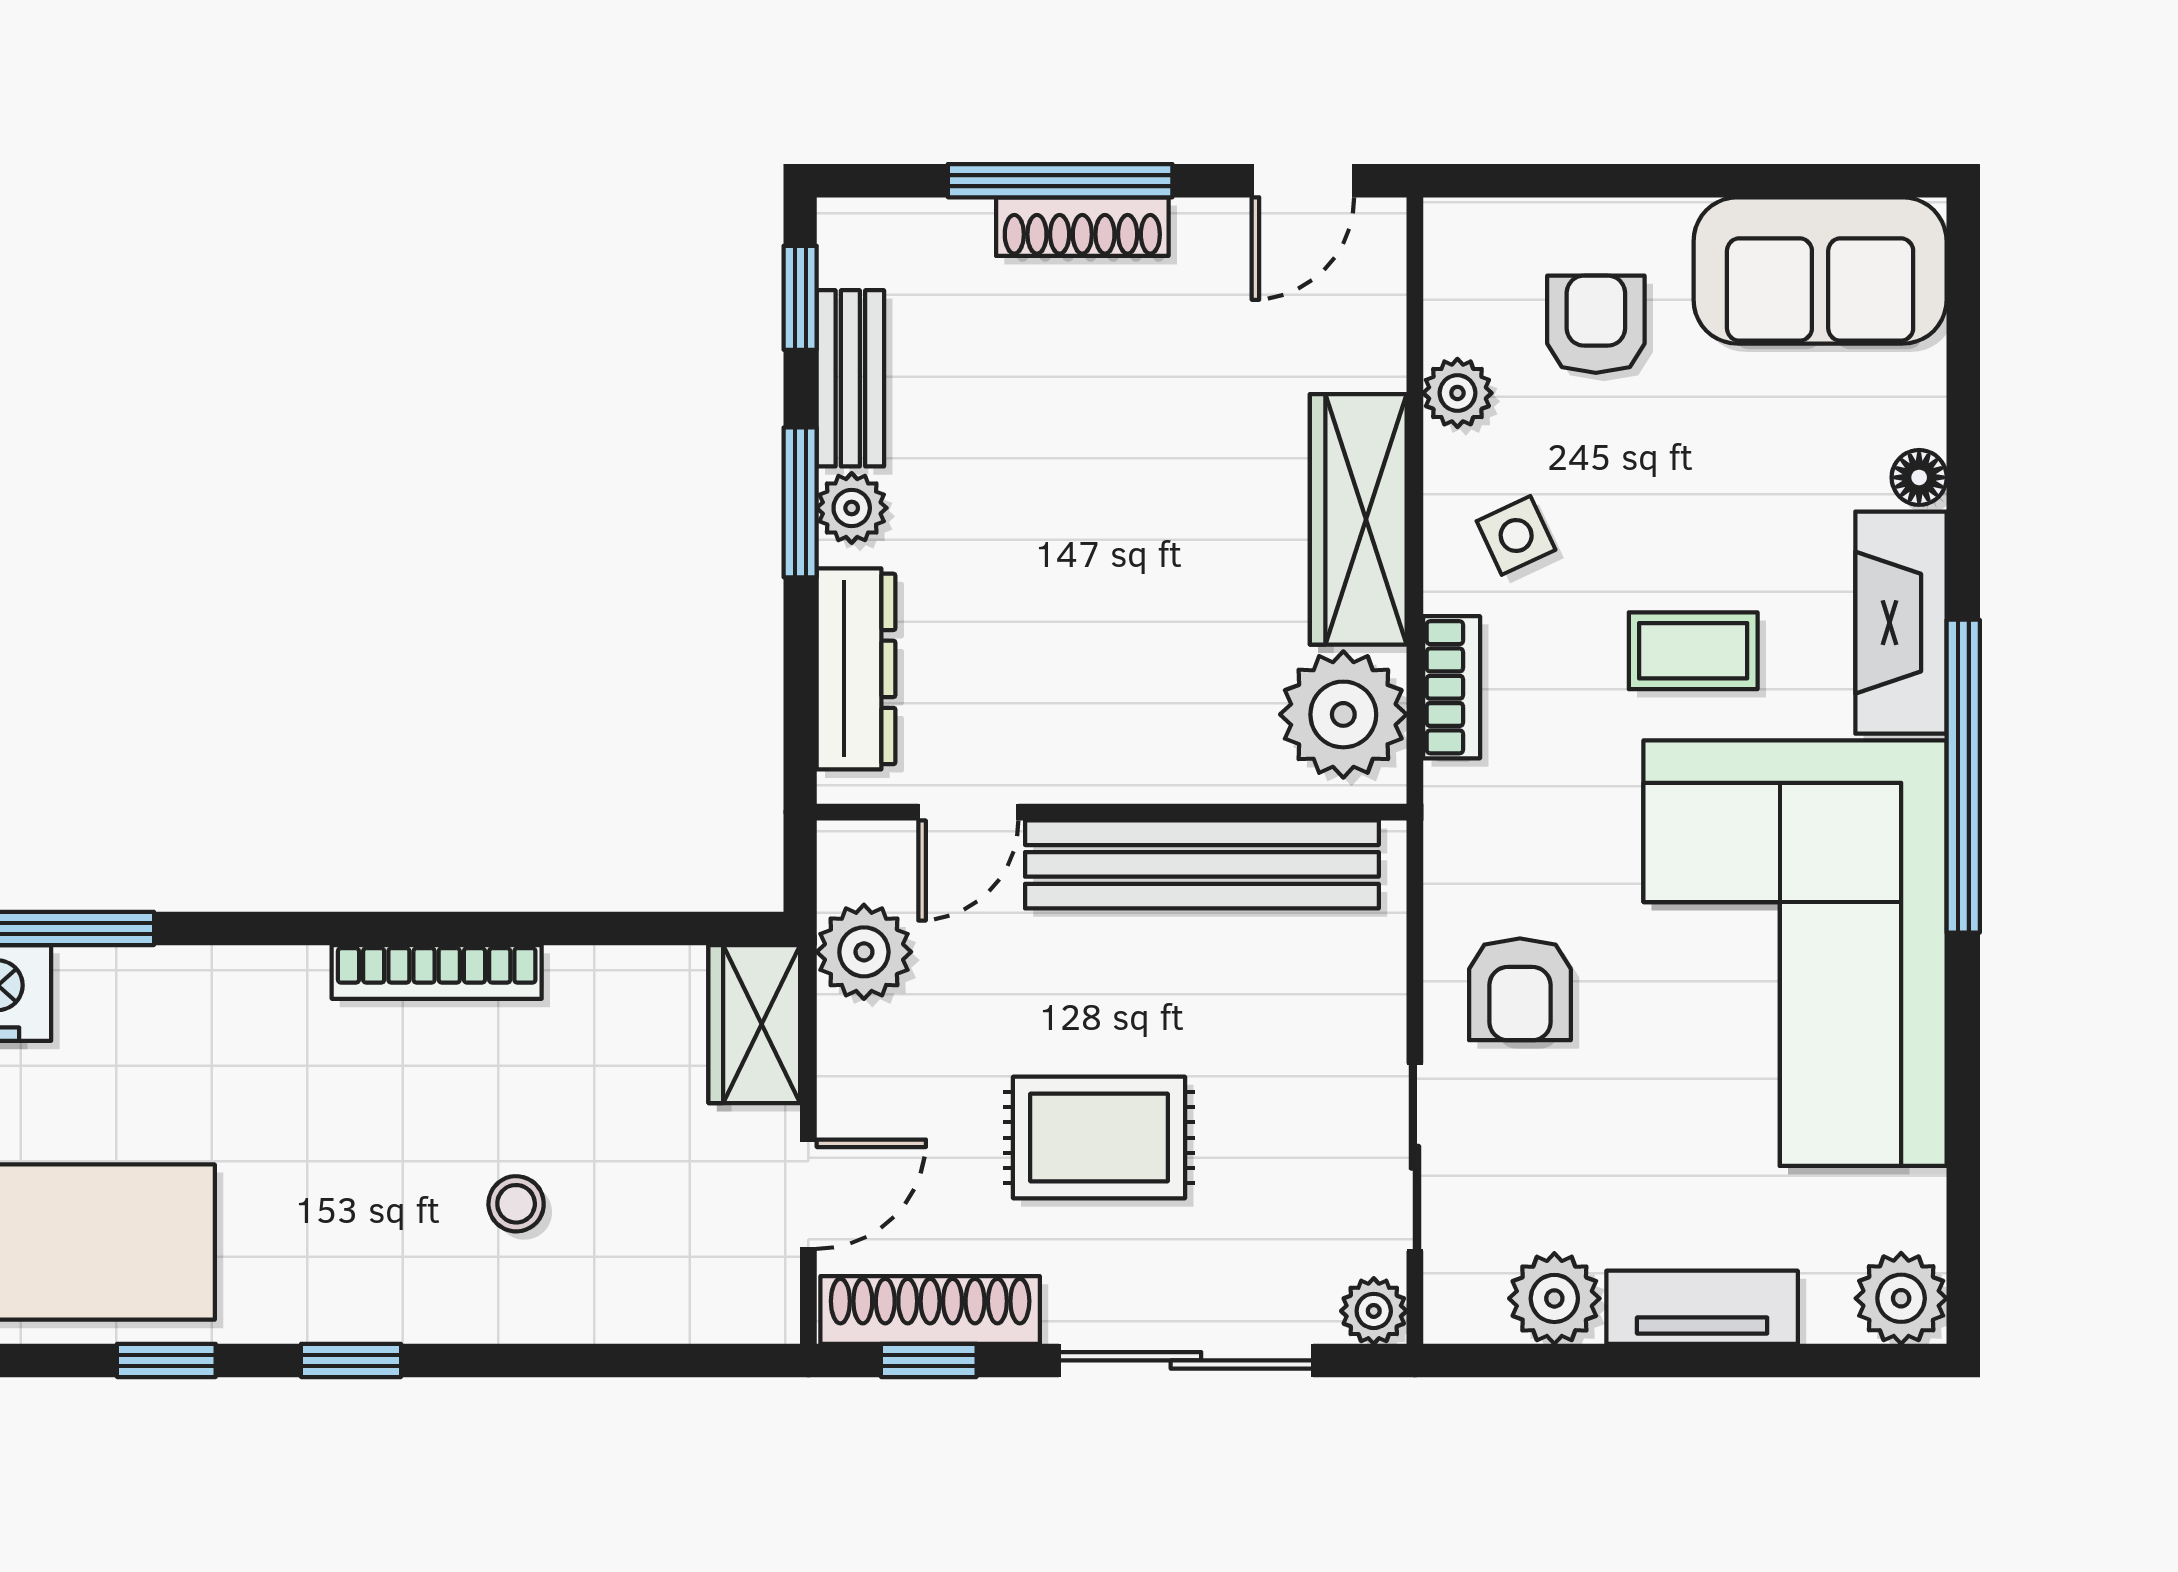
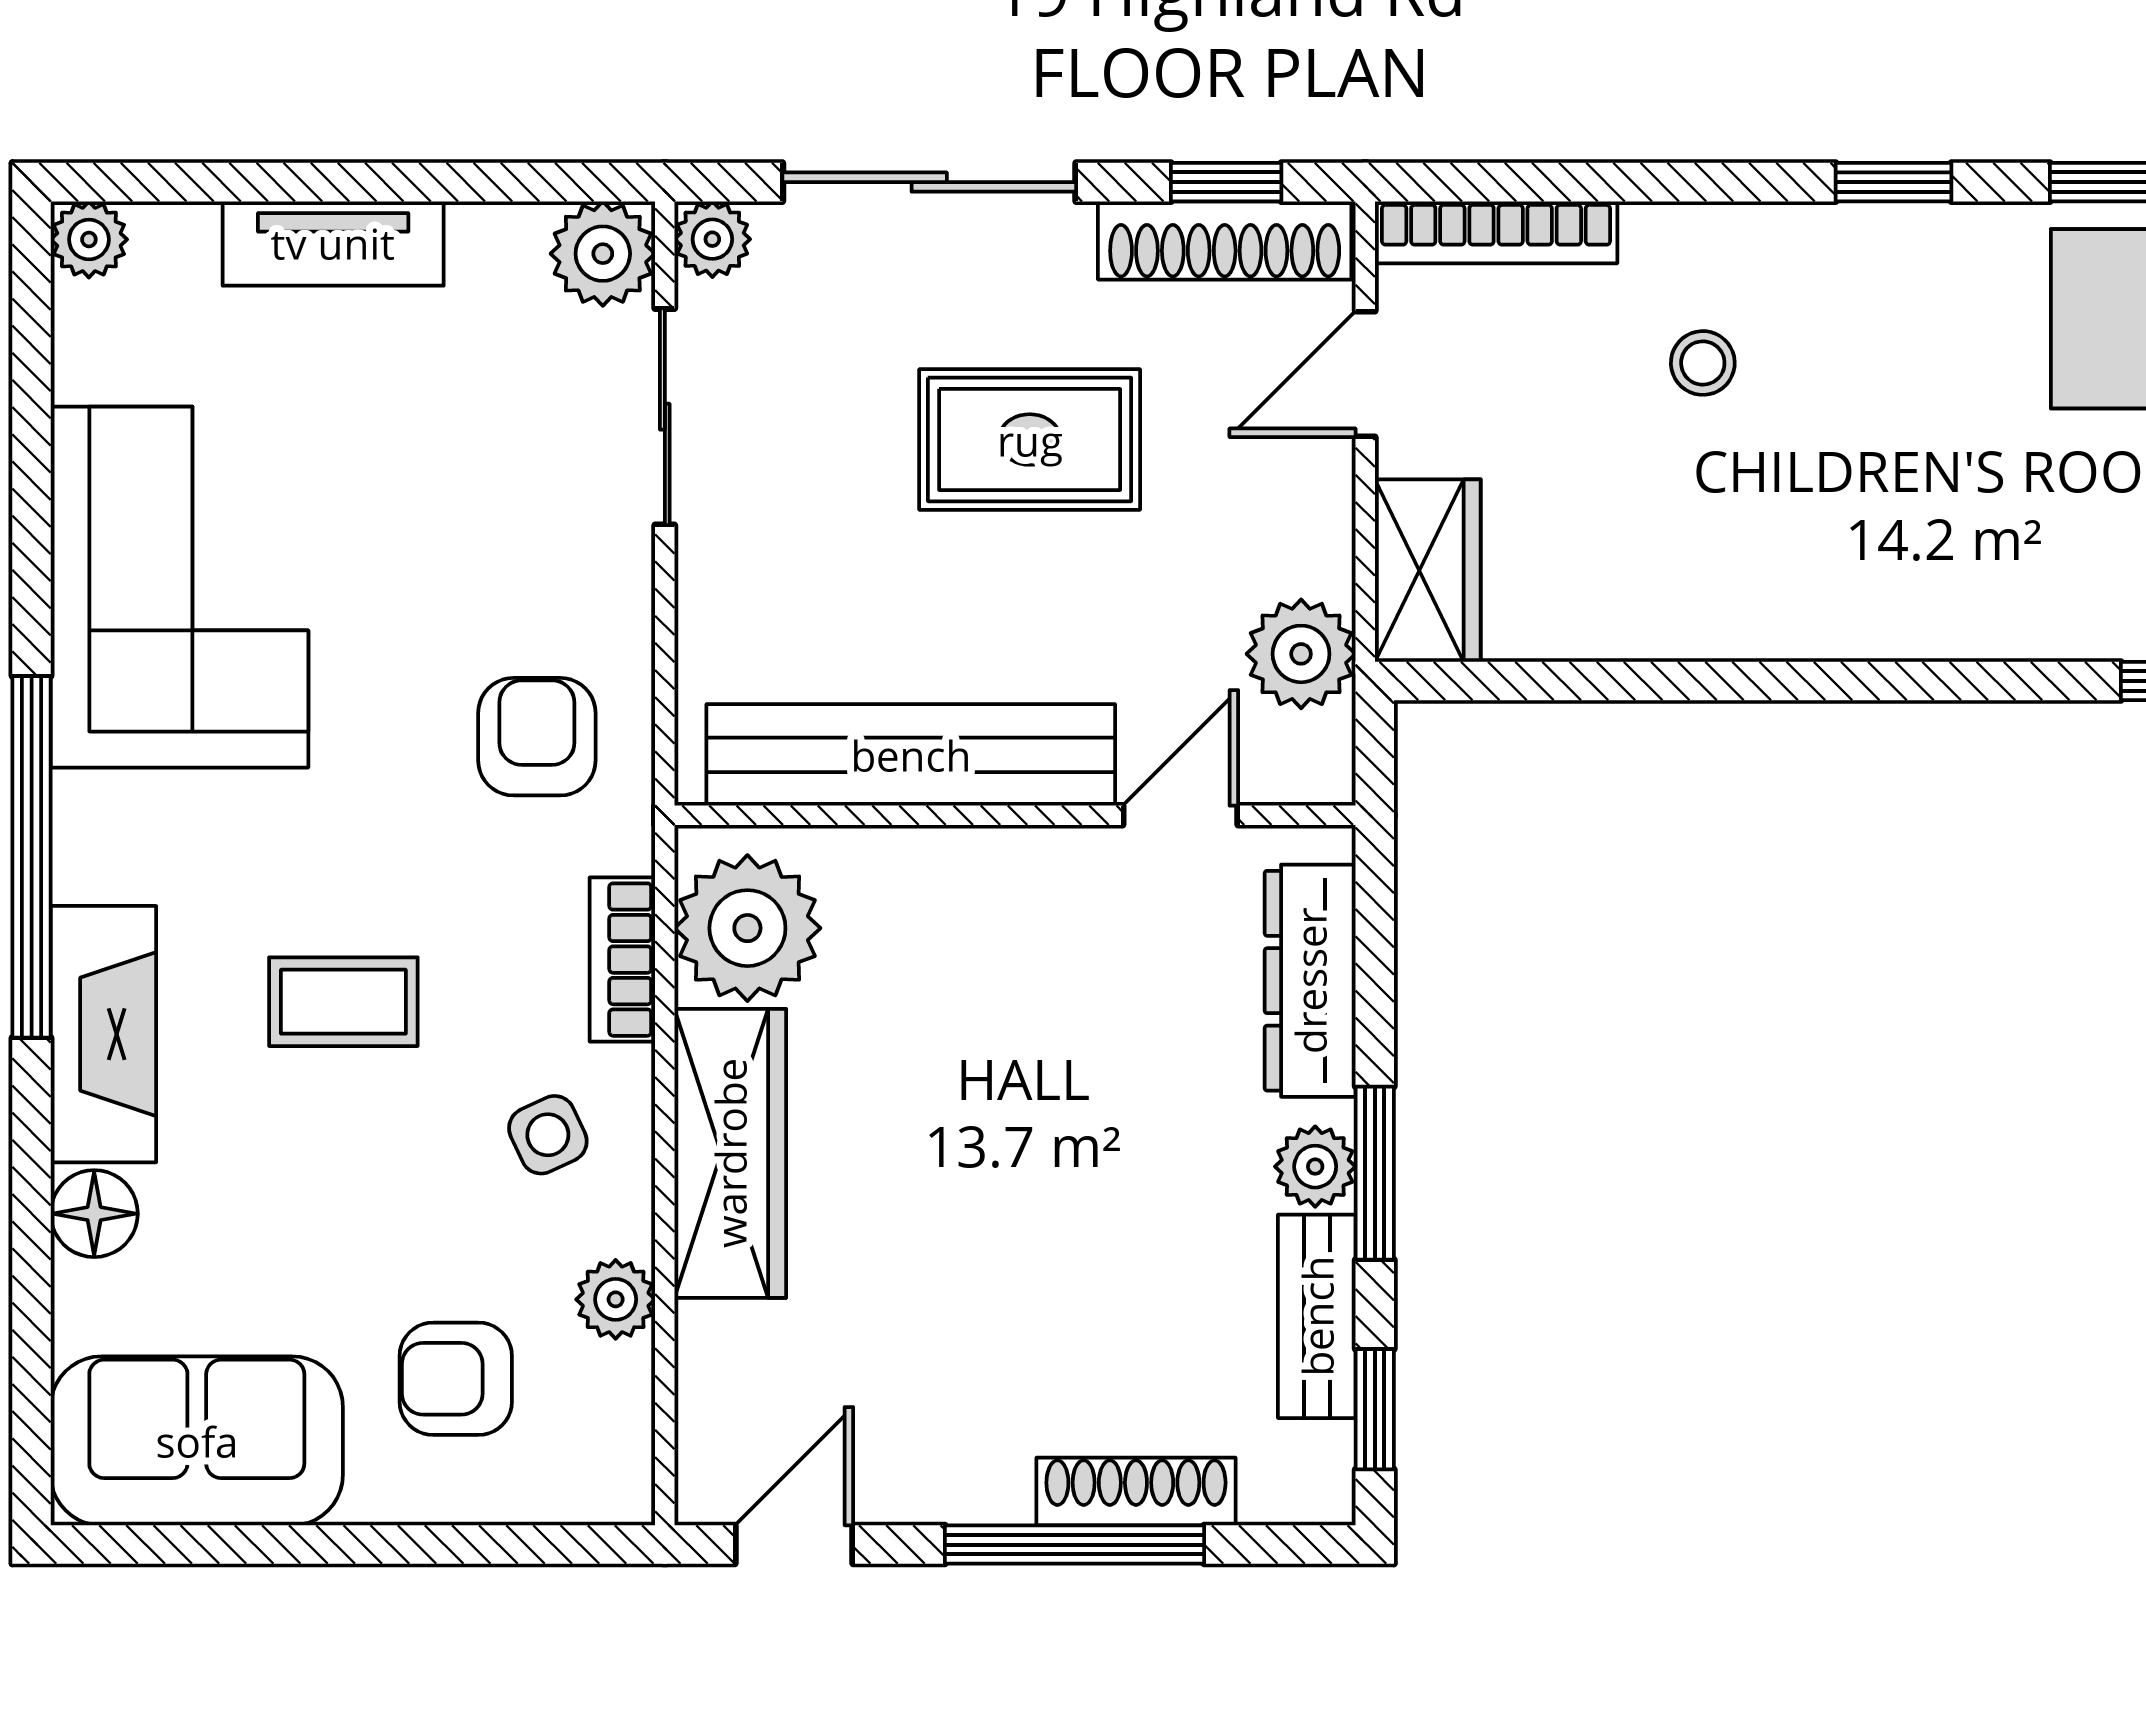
shoe rack: (1082, 227) -> (1136, 1491), moved
armchair: (1596, 324) -> (456, 1379), turned 90
floor lamp: (1919, 477) -> (94, 1214), width x1.37, depth x1.37
corner sofa: (1795, 953) -> (179, 587), width x0.73, depth x0.74
bookcase: (437, 972) -> (1496, 232), moved, turned 180
armchair: (1520, 989) -> (537, 737), moved
plant: (1554, 1298) -> (603, 254), moved
plant: (1901, 1298) -> (89, 239), width x0.73, depth x0.73

